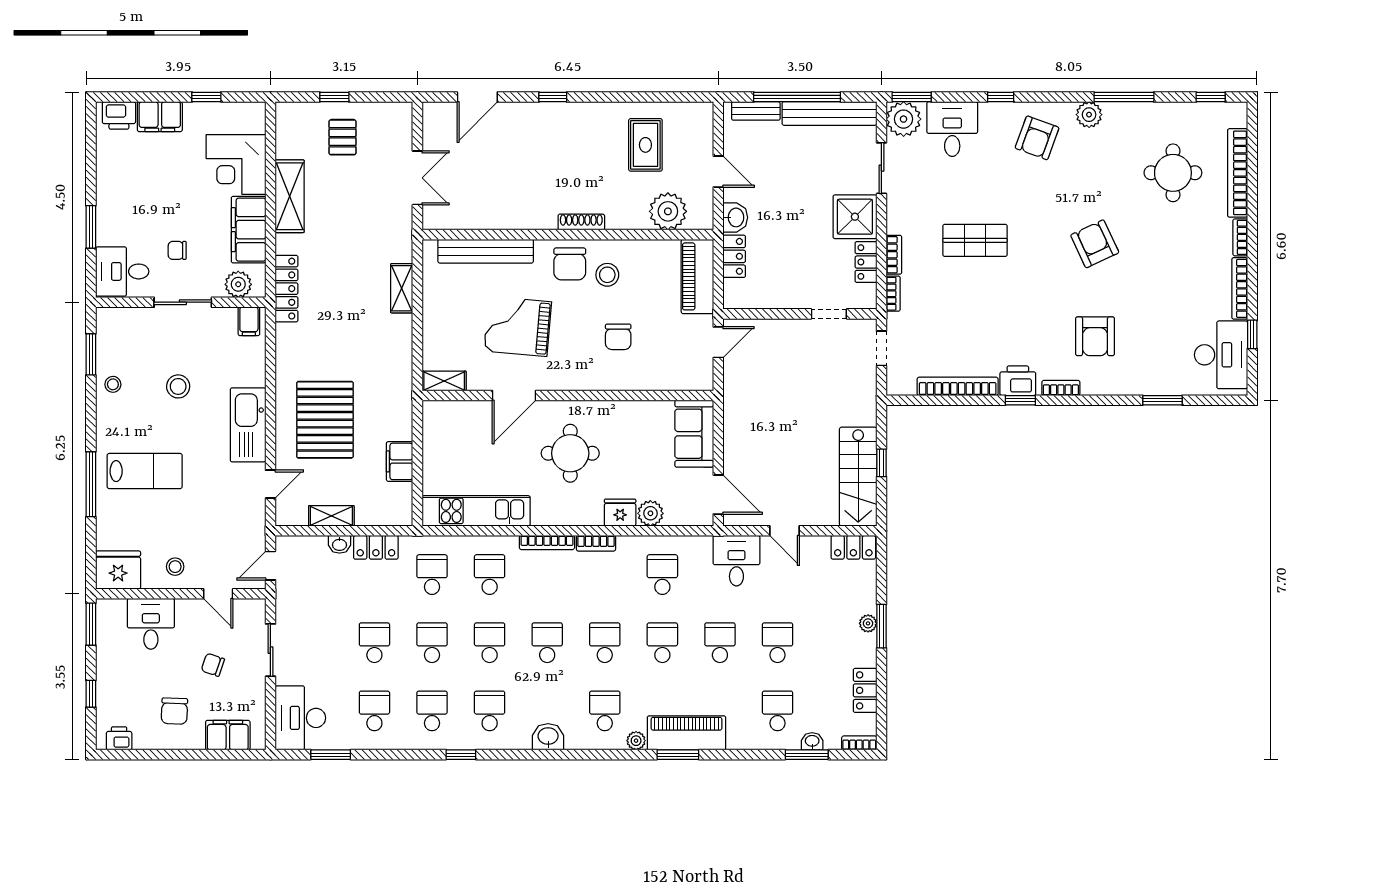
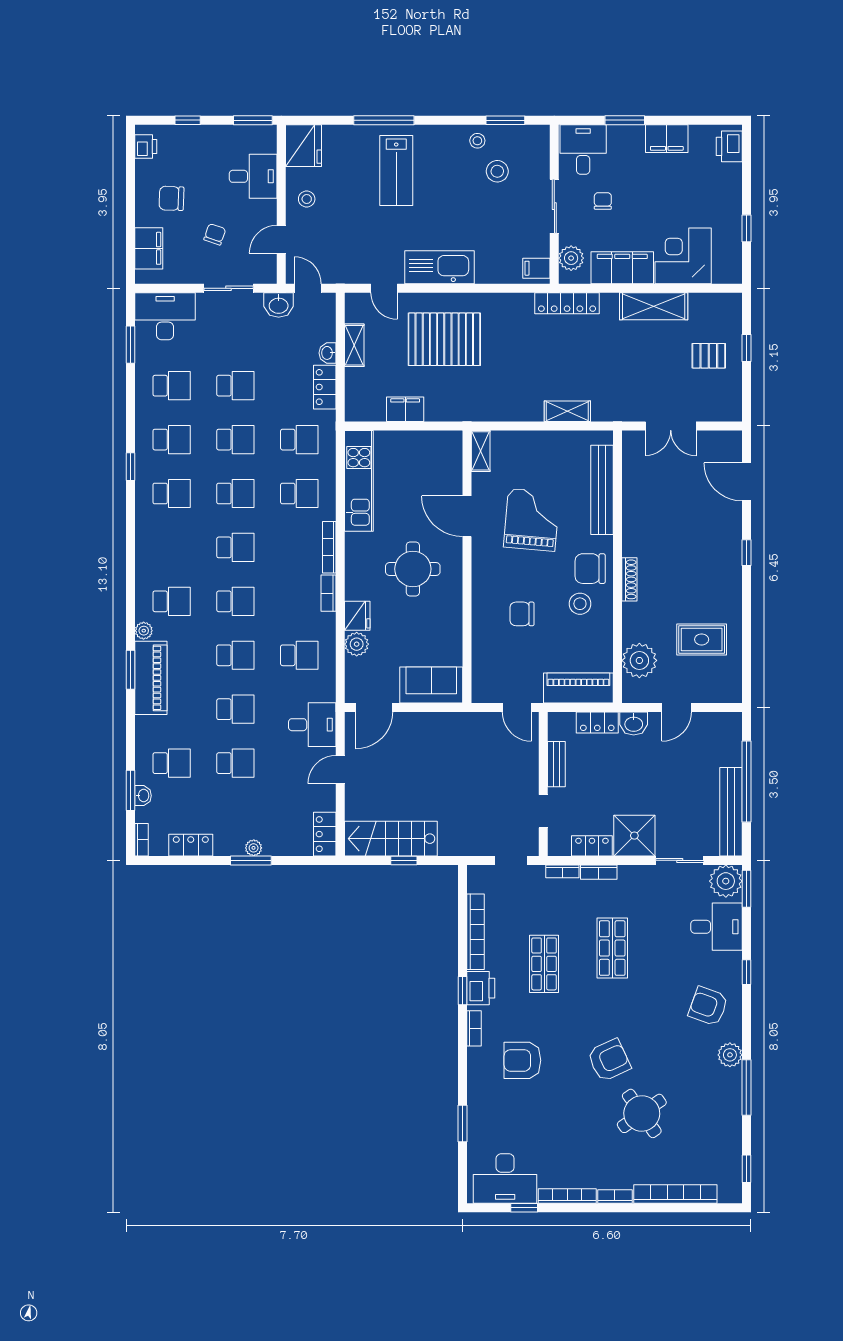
bench: (756, 111) -> (556, 764), moved
filing cabinet: (160, 117) -> (667, 139), moved, turned -90
round table: (1173, 173) -> (642, 1113), moved, turned -35
shop shelf: (992, 313) -> (544, 964), added
stool: (178, 386) -> (497, 171), moved
washbasin: (548, 737) -> (279, 305), moved, turned 90

